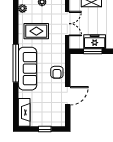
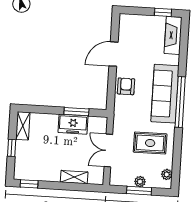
window: (45, 129) -> (163, 12), moved

